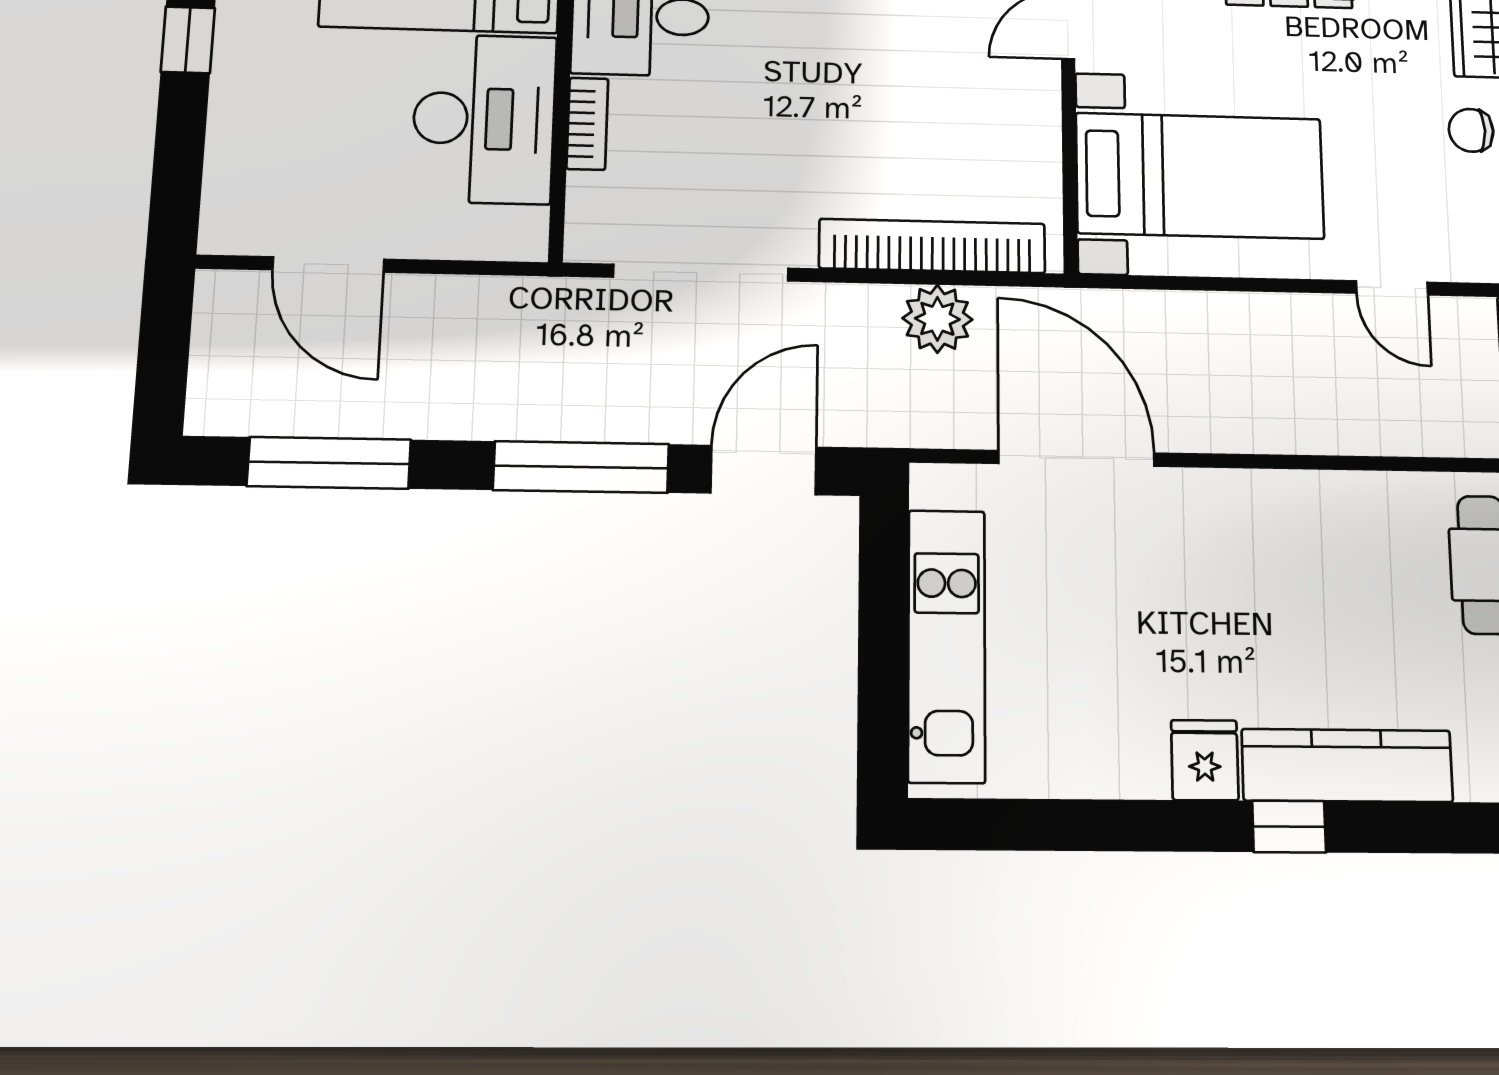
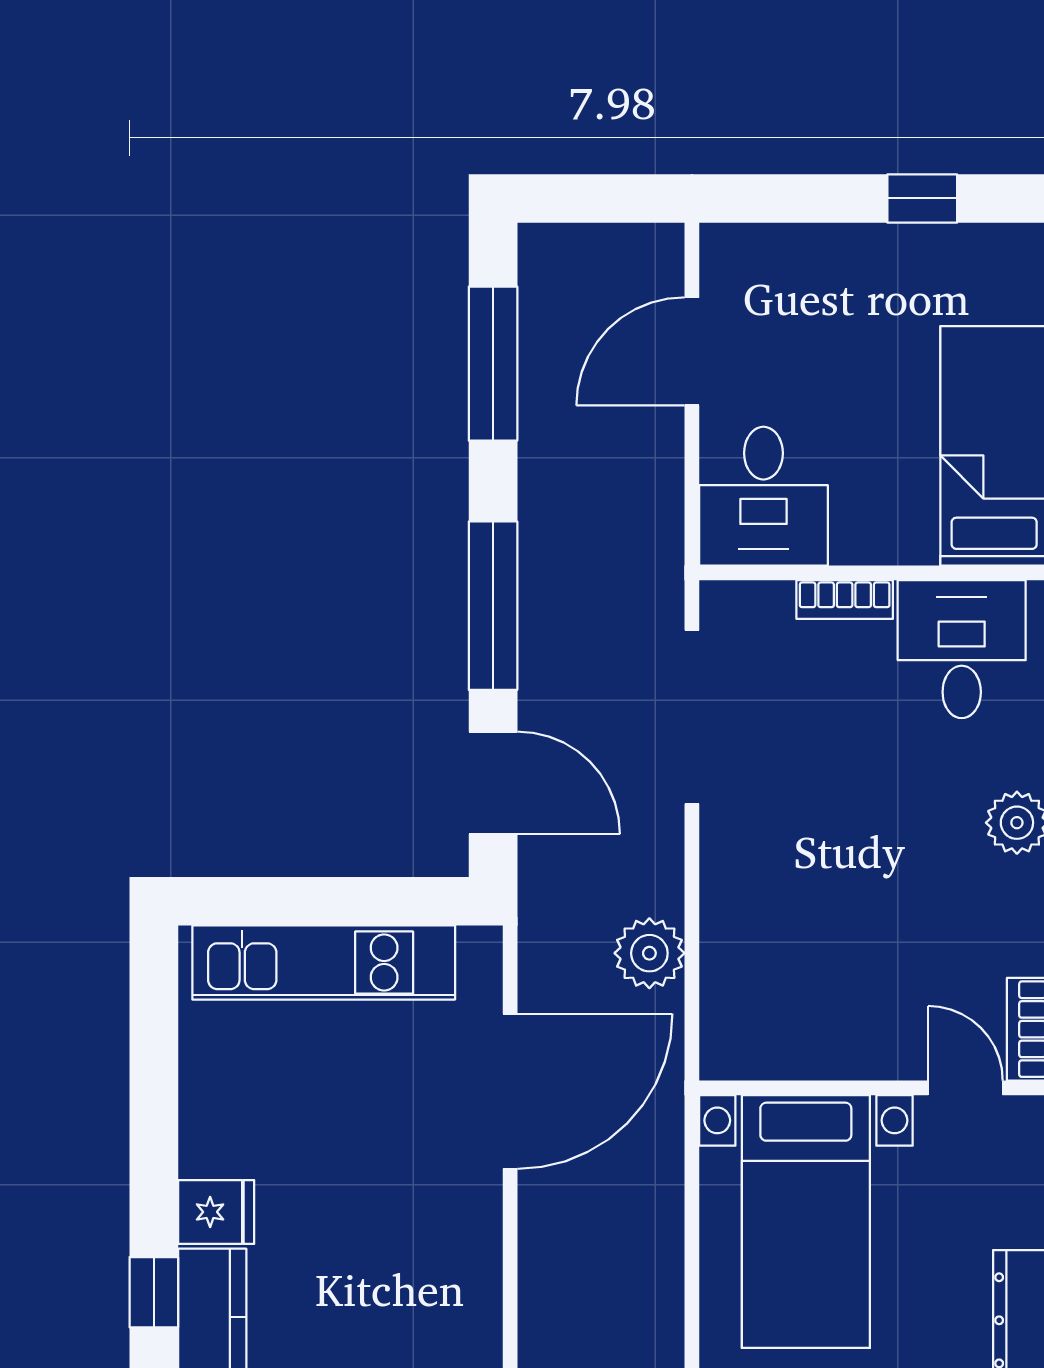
desk: (484, 119) -> (763, 496), moved, width x0.73
bookcase: (932, 246) -> (725, 948), removed

